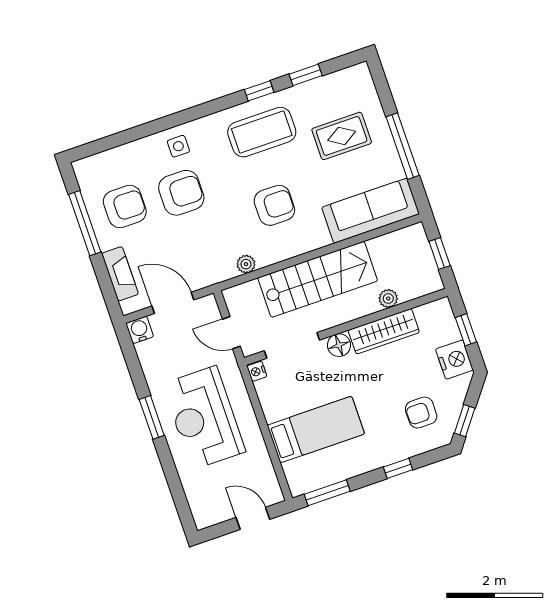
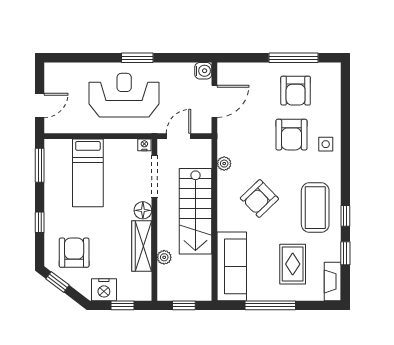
armchair: (274, 205) -> (259, 199), turned 46
fireplace: (120, 274) -> (333, 281), moved, turned 90
armchair: (421, 413) -> (74, 253), width x1.38, depth x1.38

